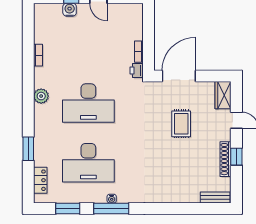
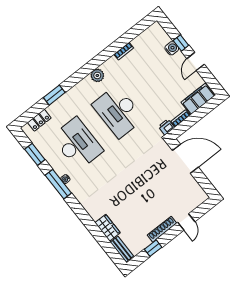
filing cabinet: (134, 22) -> (198, 99), added
wardrobe: (223, 95) -> (108, 228), moved, turned 90
rug: (181, 124) -> (154, 186), removed
window: (236, 157) -> (153, 248), moved
shoe rack: (226, 159) -> (162, 229), moved
desk: (88, 163) -> (77, 144), turned 180

